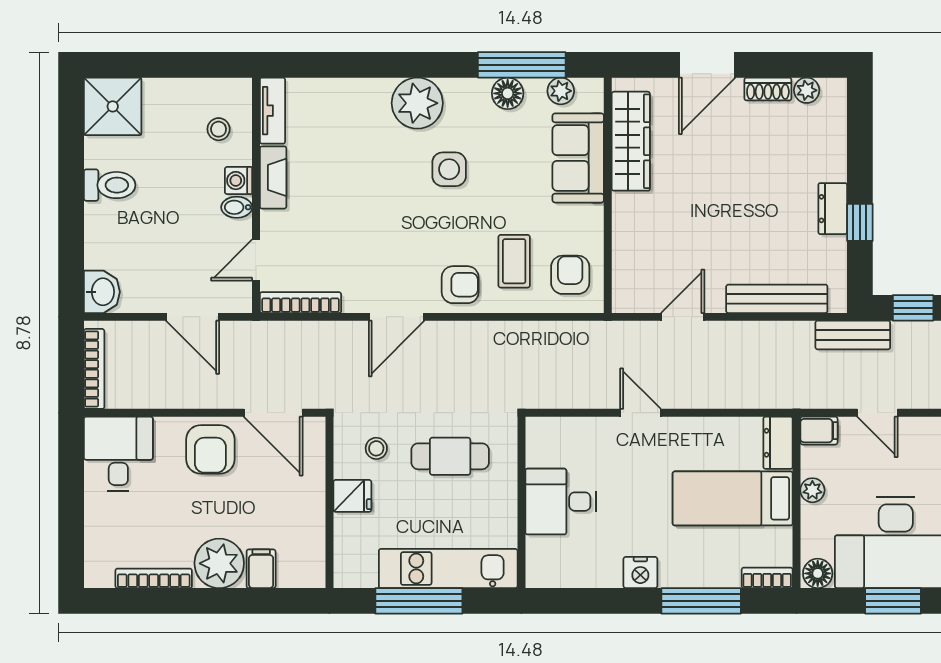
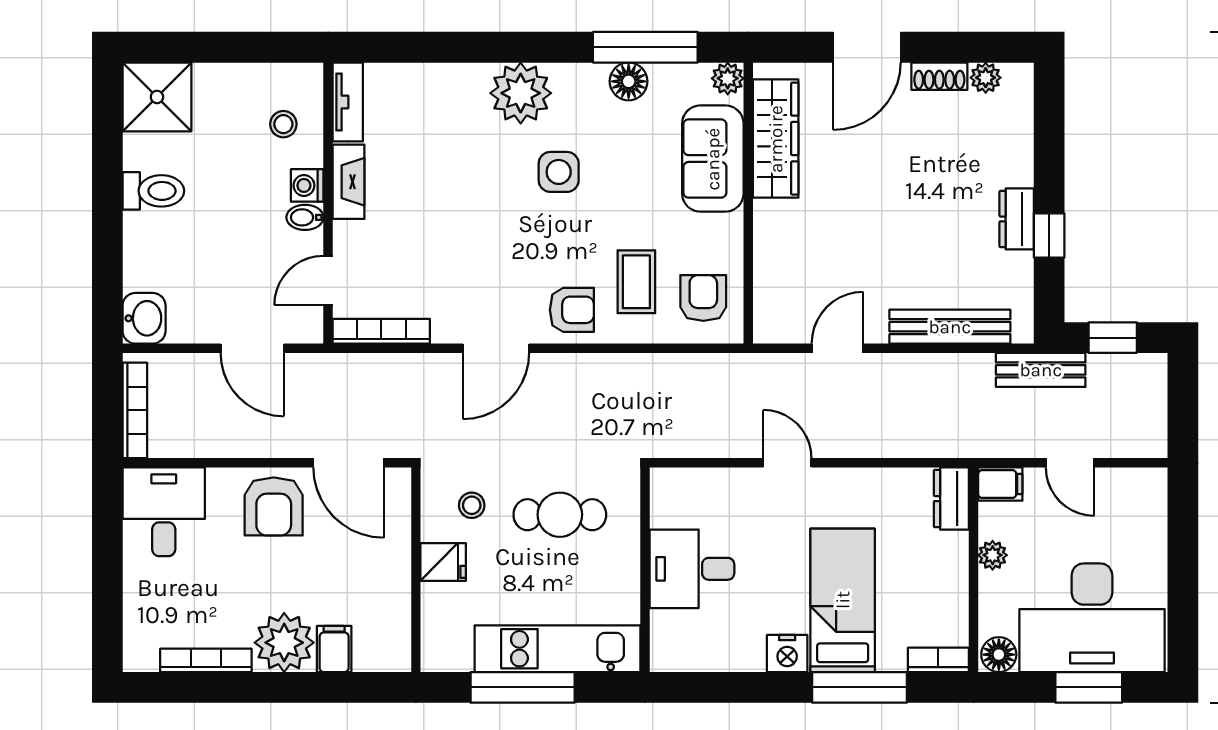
plant: (561, 91) -> (728, 78), moved
bed: (733, 498) -> (843, 600), moved, turned 90

